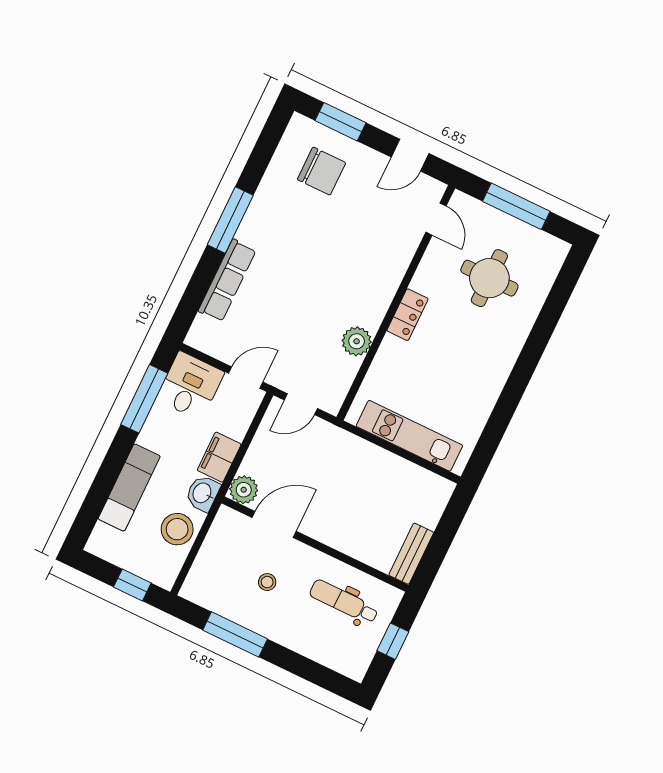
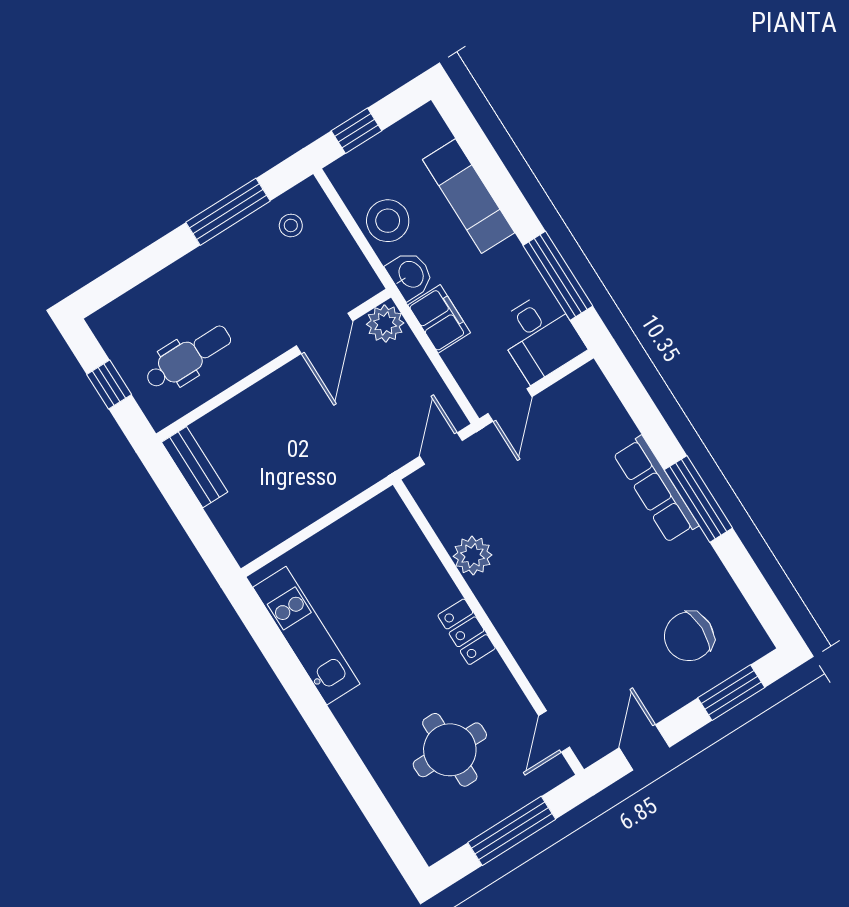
door: (436, 219) -> (554, 731), hinge flipped
row of seats: (227, 280) -> (656, 489), moved
kitchen unit: (409, 436) -> (306, 636), moved, turned -90
stool: (267, 582) -> (291, 225), moved

